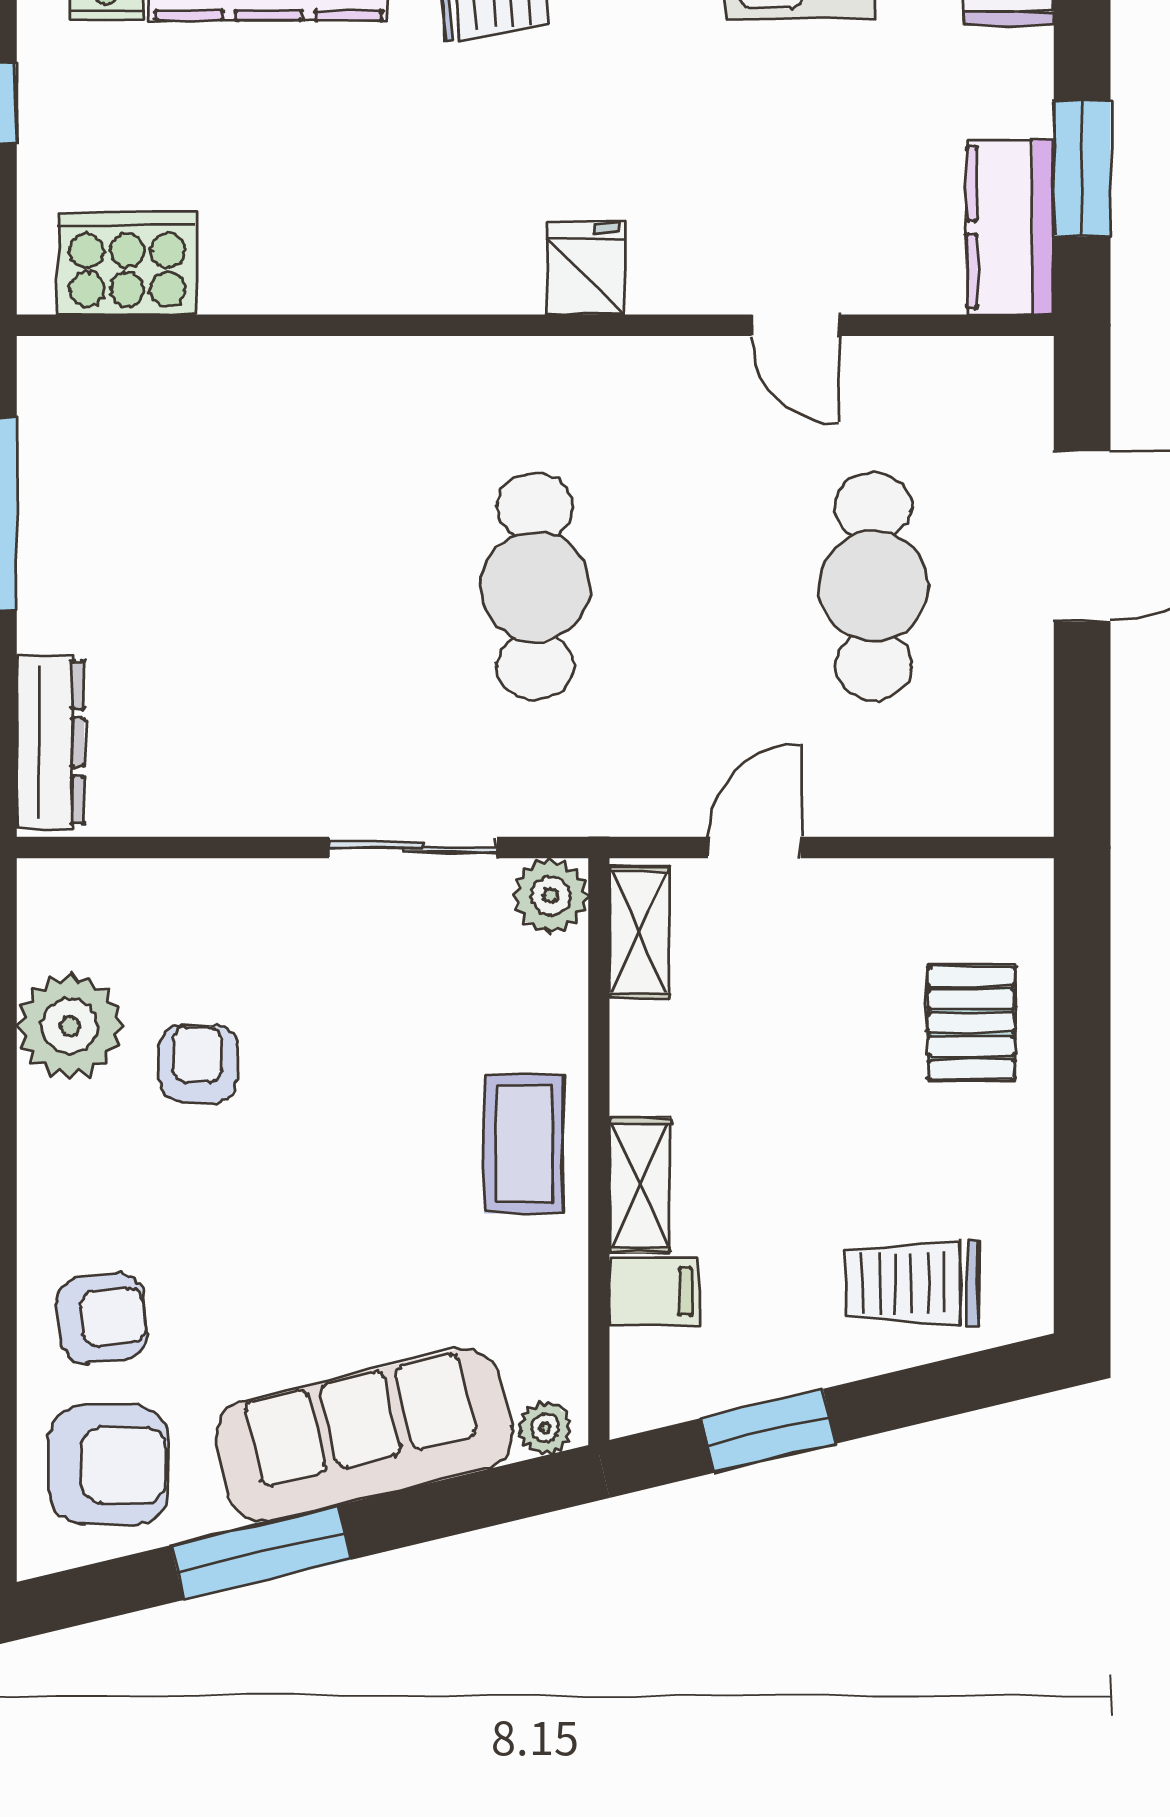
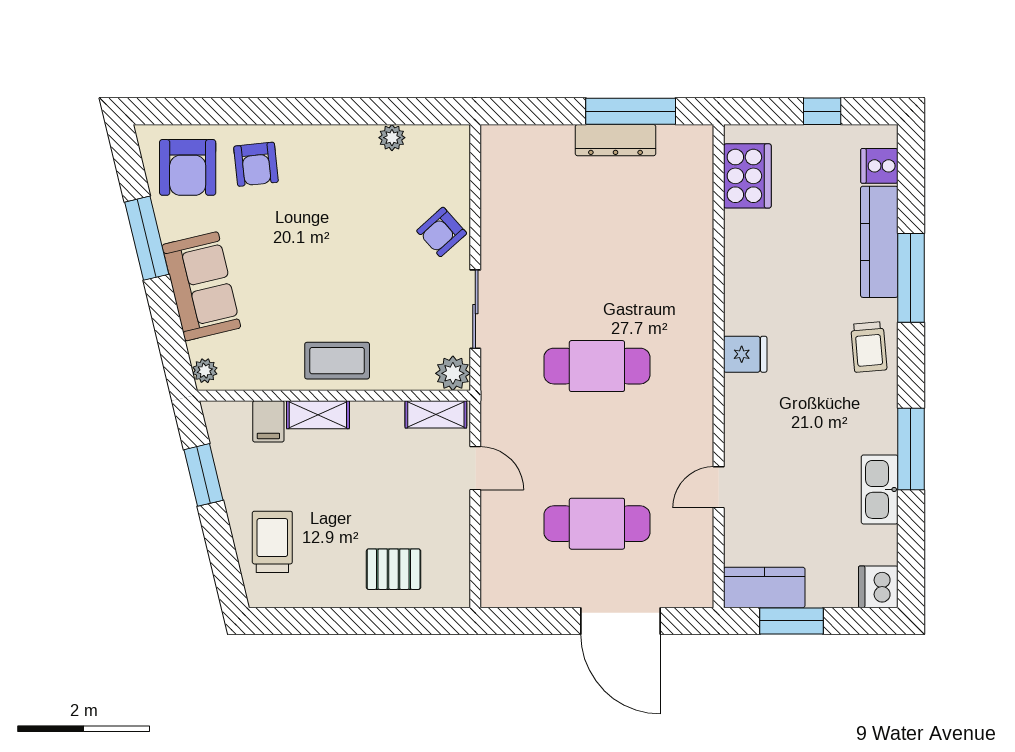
fridge: (586, 268) -> (745, 354), moved
dresser: (50, 742) -> (616, 140), moved
plant: (70, 1026) -> (392, 138), width x0.53, depth x0.53
armchair: (198, 1064) -> (442, 232), moved, turned 138
sofa: (364, 1435) -> (201, 286), width x0.73

